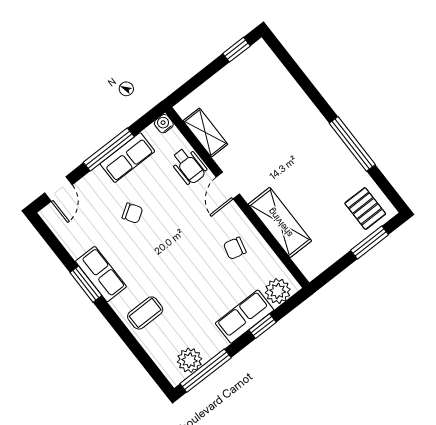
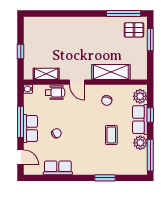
window: (237, 50) -> (21, 51), moved
window: (352, 144) -> (124, 13), moved
row of seats: (127, 158) -> (30, 129), moved
row of seats: (101, 274) -> (58, 168), moved
window: (86, 284) -> (105, 178), moved
coffee table: (145, 313) -> (111, 135), moved
plant: (190, 360) -> (140, 143), moved

